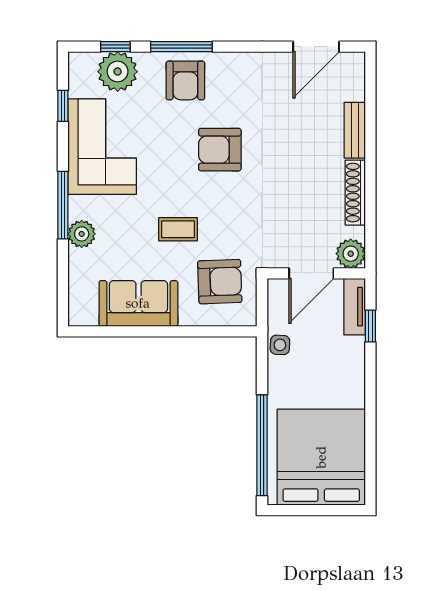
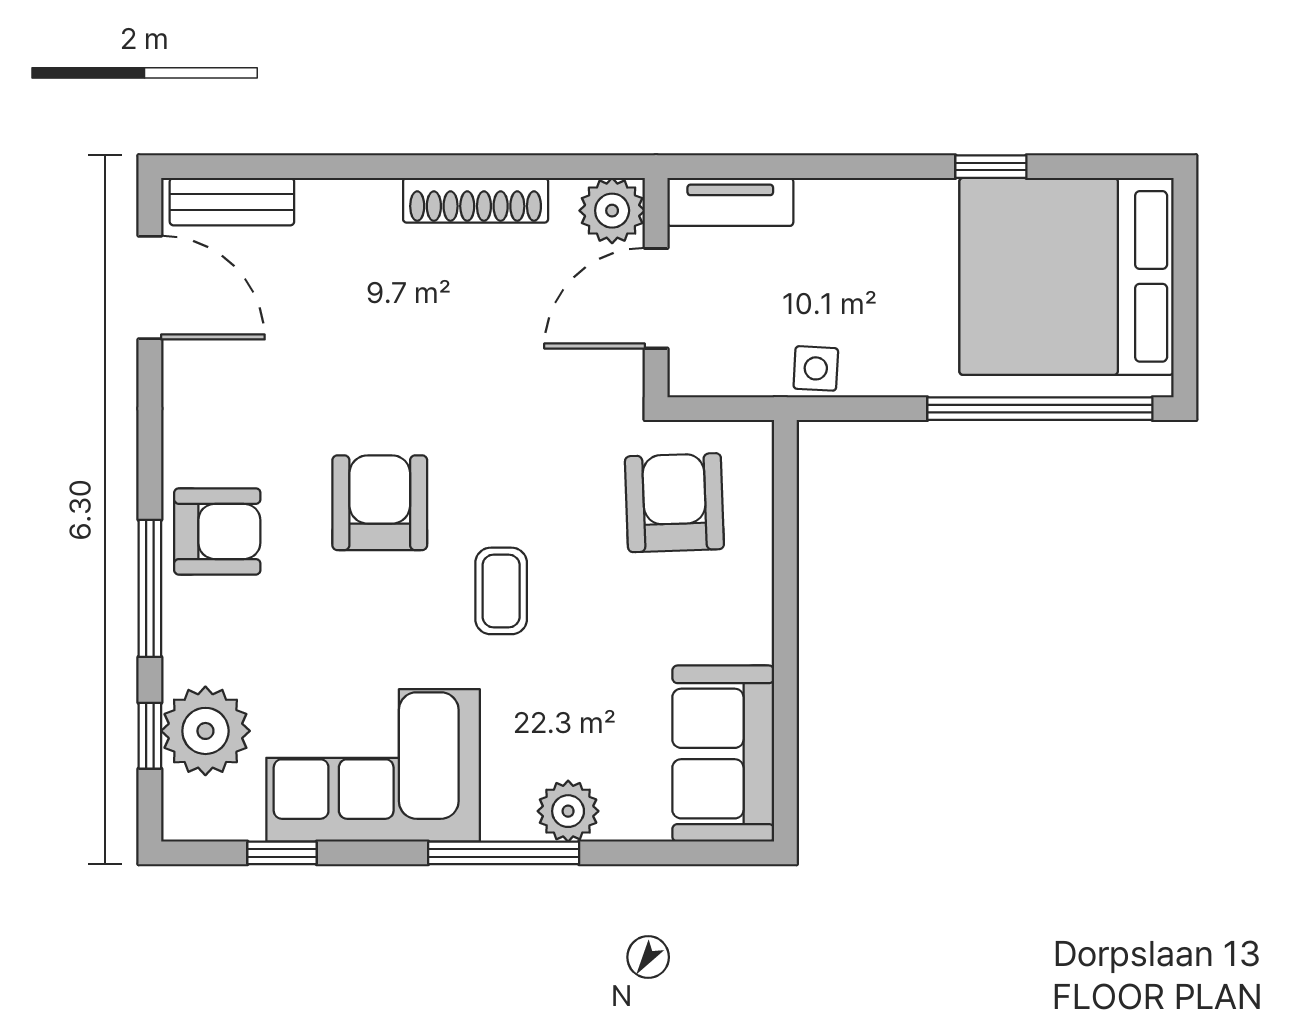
armchair: (185, 80) -> (217, 531), moved
bench: (355, 130) -> (232, 202), moved
armchair: (220, 150) -> (380, 503), turned 180
coffee table: (178, 229) -> (501, 591), moved
door: (311, 273) -> (656, 298), swing flipped
sofa: (138, 303) -> (723, 754), moved
window: (370, 326) -> (991, 167), moved

